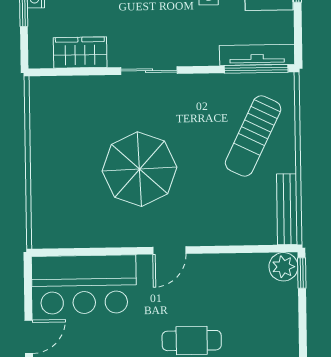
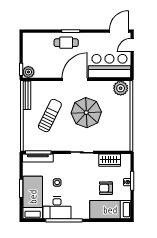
sun lounger: (253, 136) -> (50, 115), moved
plant: (56, 230) -> (121, 88), added
door: (169, 250) -> (75, 79), width x1.87

